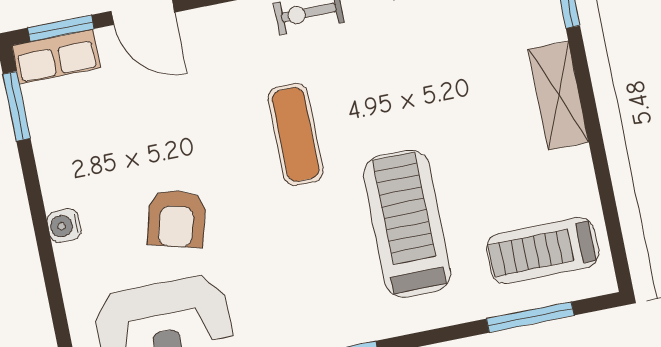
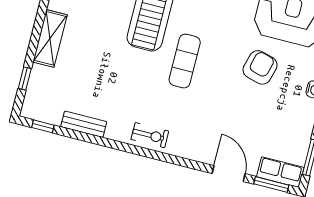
exercise mat: (296, 134) -> (185, 61), moved

